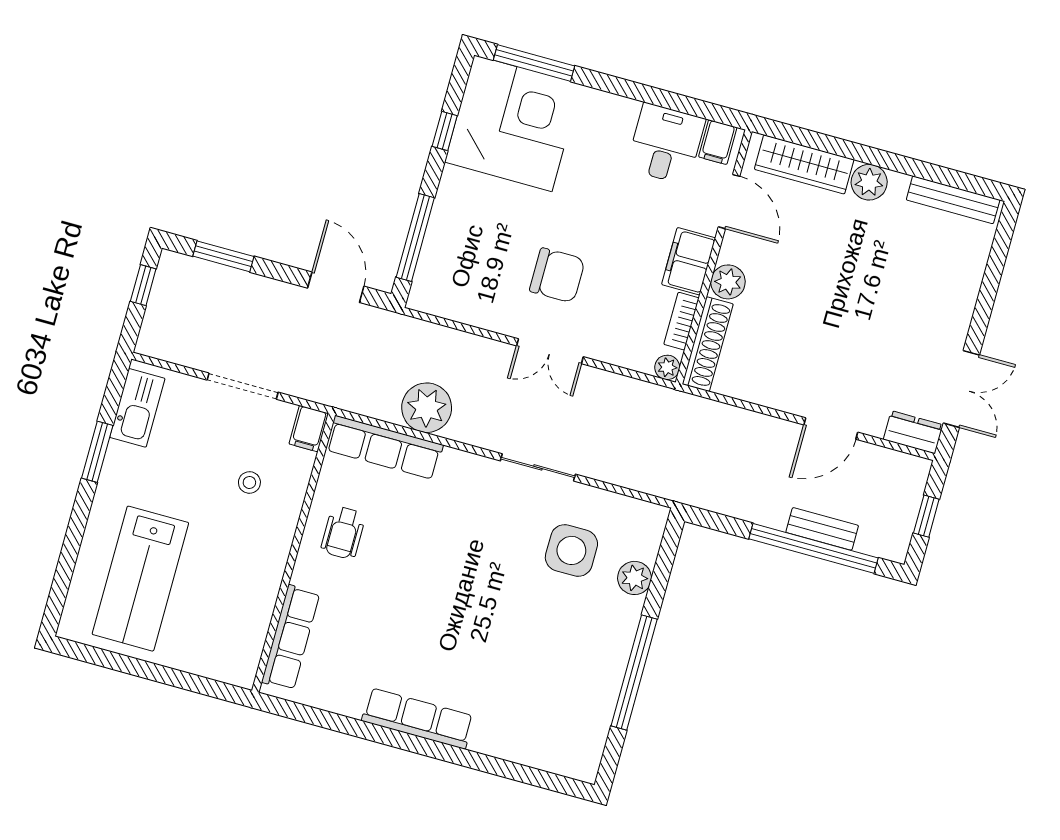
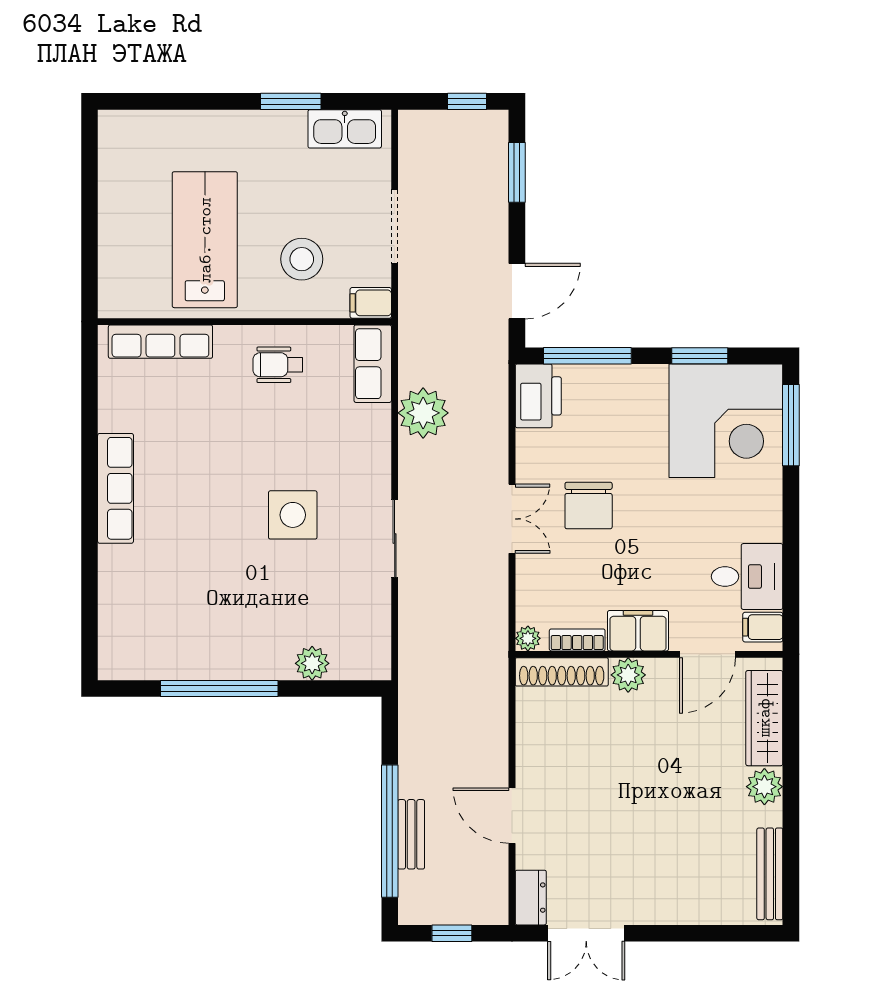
window: (445, 131) -> (700, 356), width x1.50
printer: (440, 294) -> (538, 396), added
double door: (550, 351) -> (512, 519), swing flipped
row of seats: (384, 447) -> (373, 364), width x0.68
stool: (249, 482) -> (302, 259), width x1.89, depth x1.89
side table: (571, 550) -> (293, 515), moved
lab bench: (140, 579) -> (205, 240), moved, turned 90

